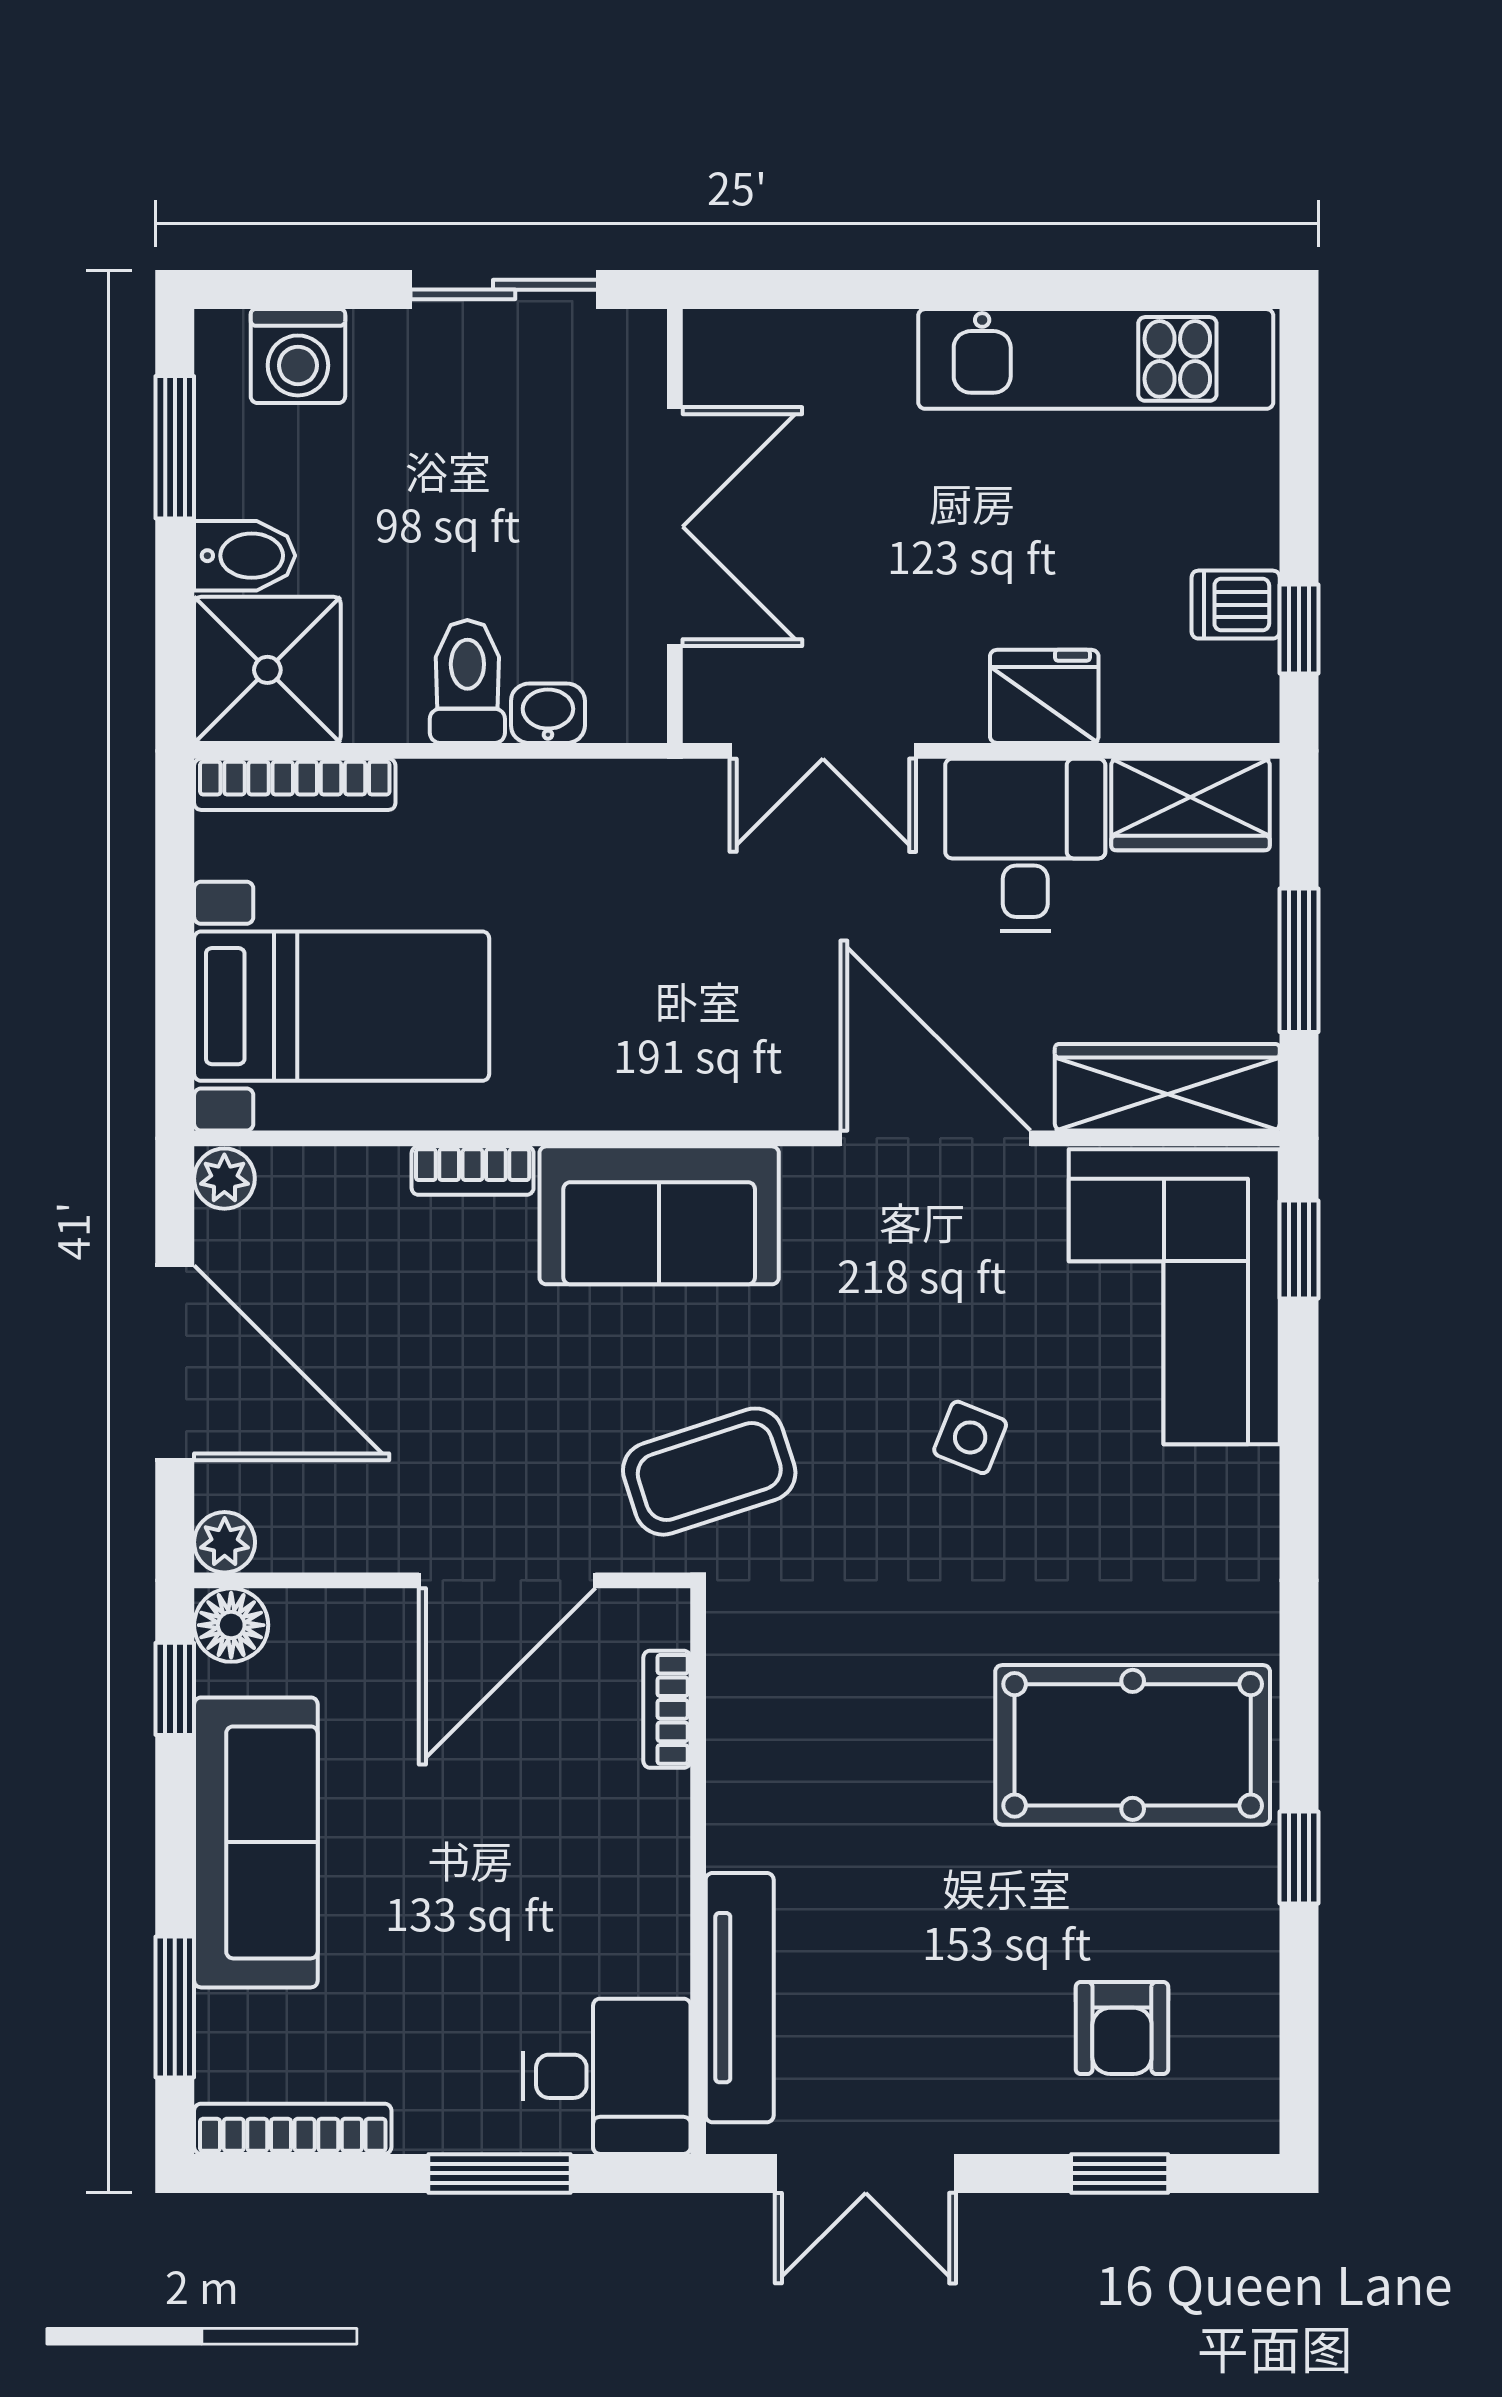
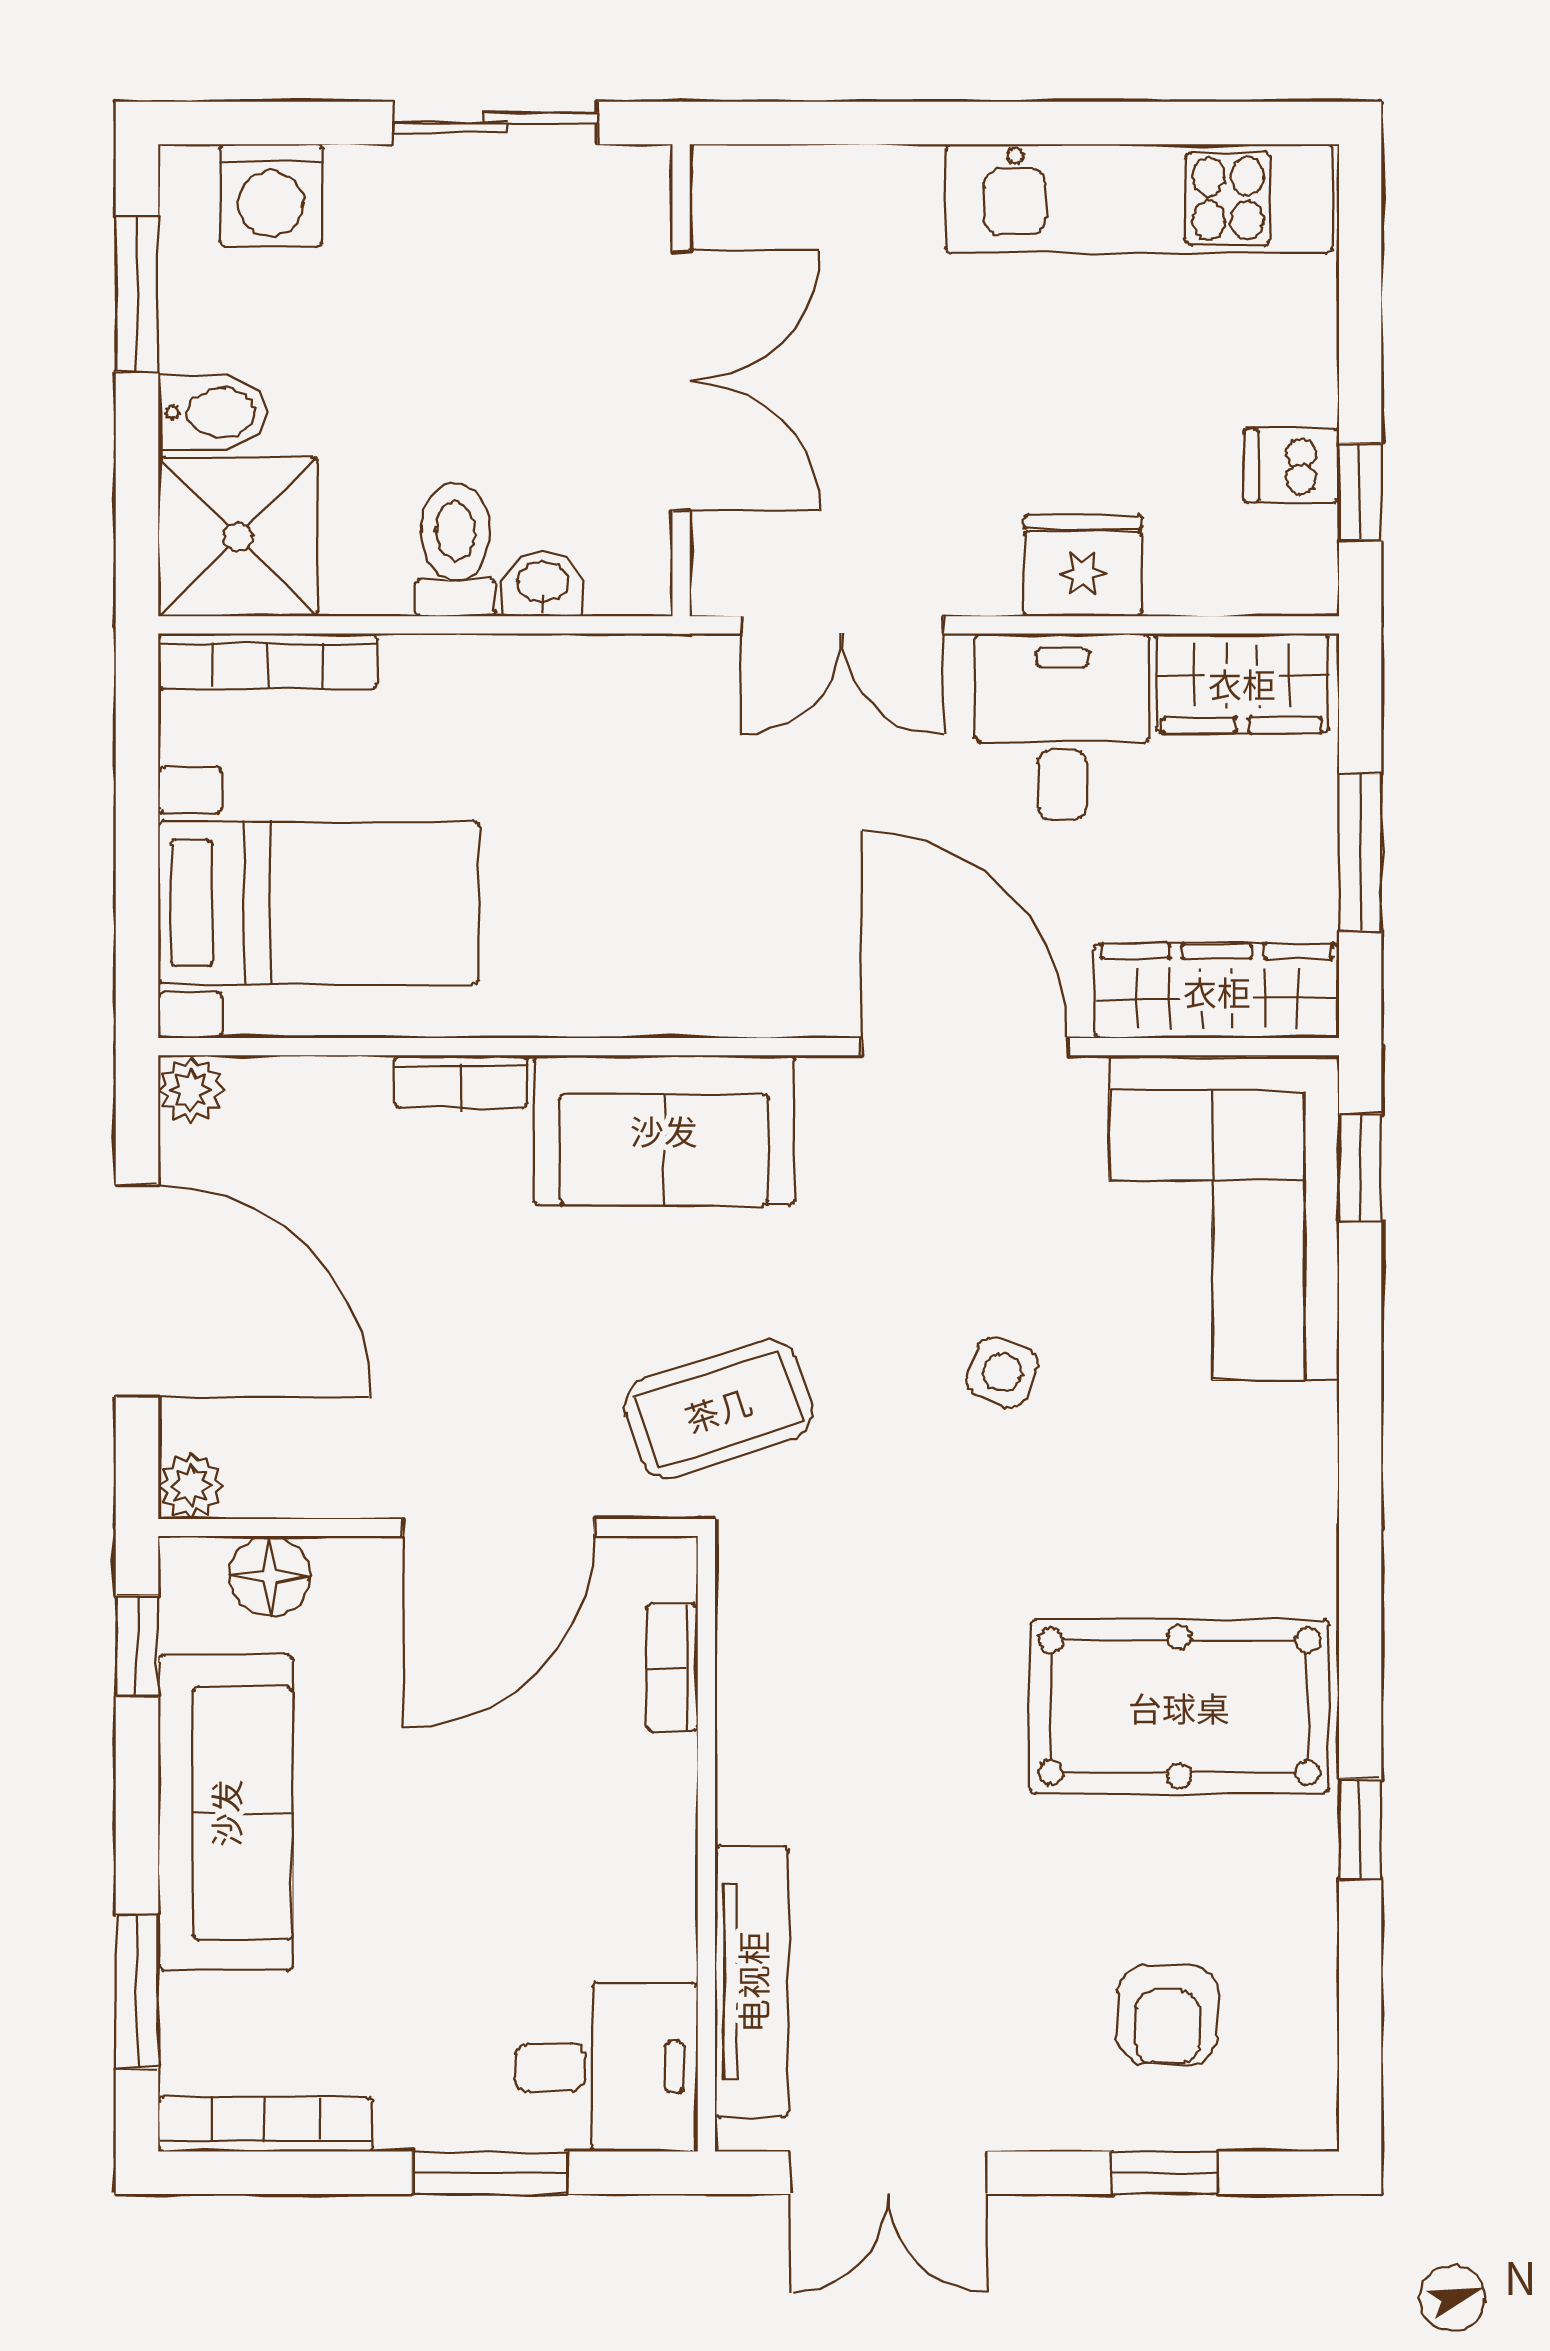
floor lamp: (231, 1625) -> (270, 1576), moved

